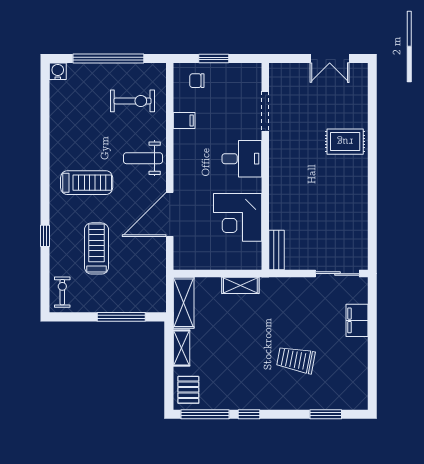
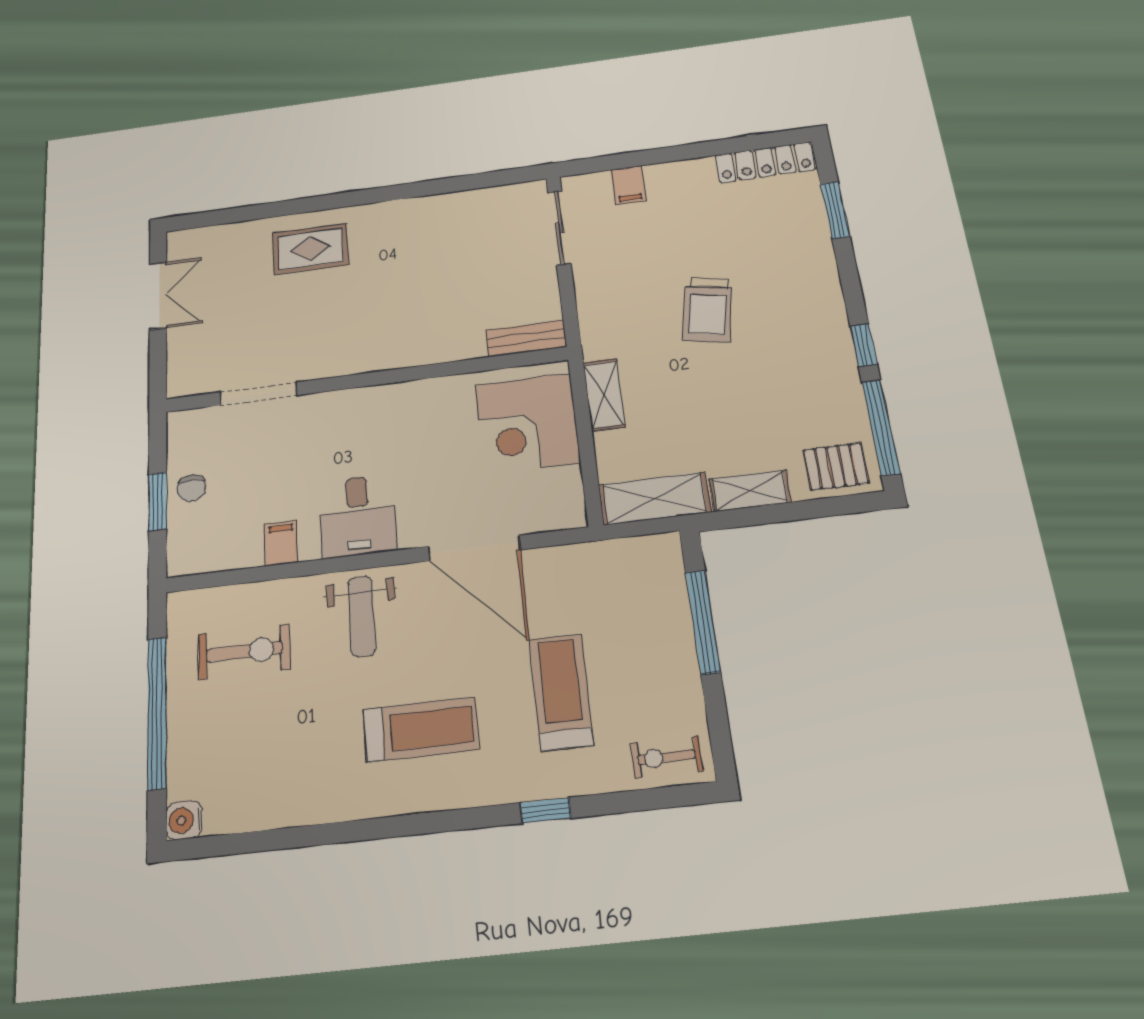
chair: (197, 81) -> (192, 488), moved
exercise bike: (133, 101) -> (244, 652), turned 90
rug: (345, 142) -> (310, 249), turned 90
desk: (242, 159) -> (358, 516), moved, turned 180
treadmill: (87, 183) -> (421, 730), turned 90
corner desk: (238, 217) -> (527, 424), moved, turned 90
treadmill: (96, 248) -> (561, 692), turned 90
filing cabinet: (357, 320) -> (629, 185), width x0.50
trolley: (296, 360) -> (708, 310), moved
locker: (359, 384) -> (765, 162), added

